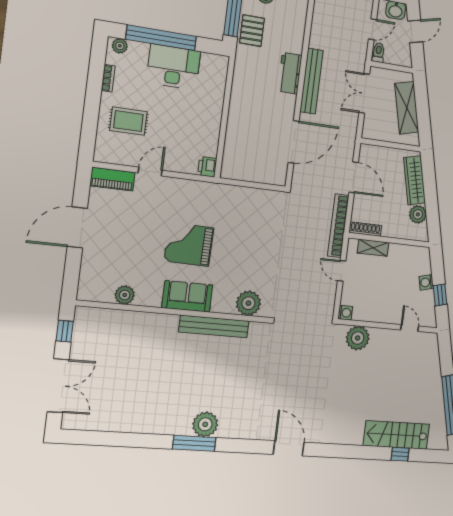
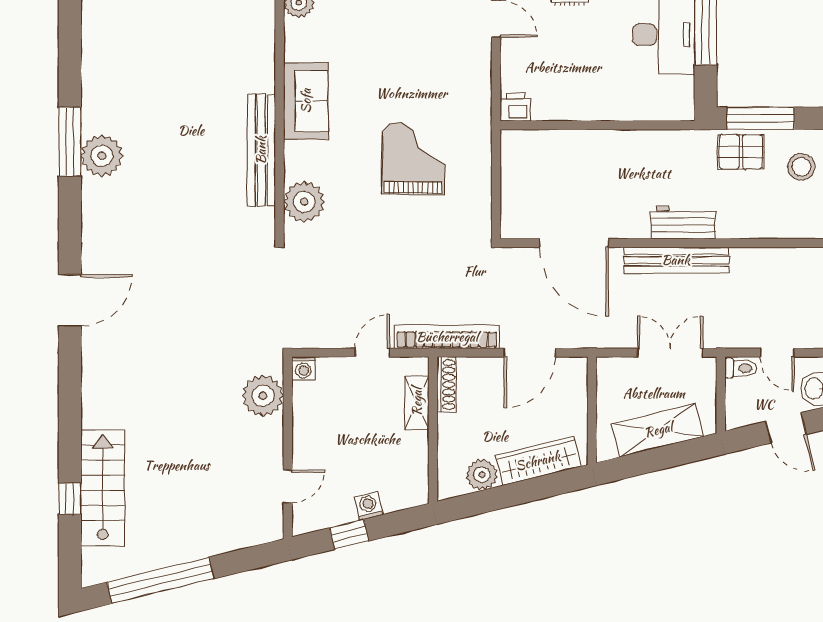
grand piano: (189, 244) -> (414, 159), moved

